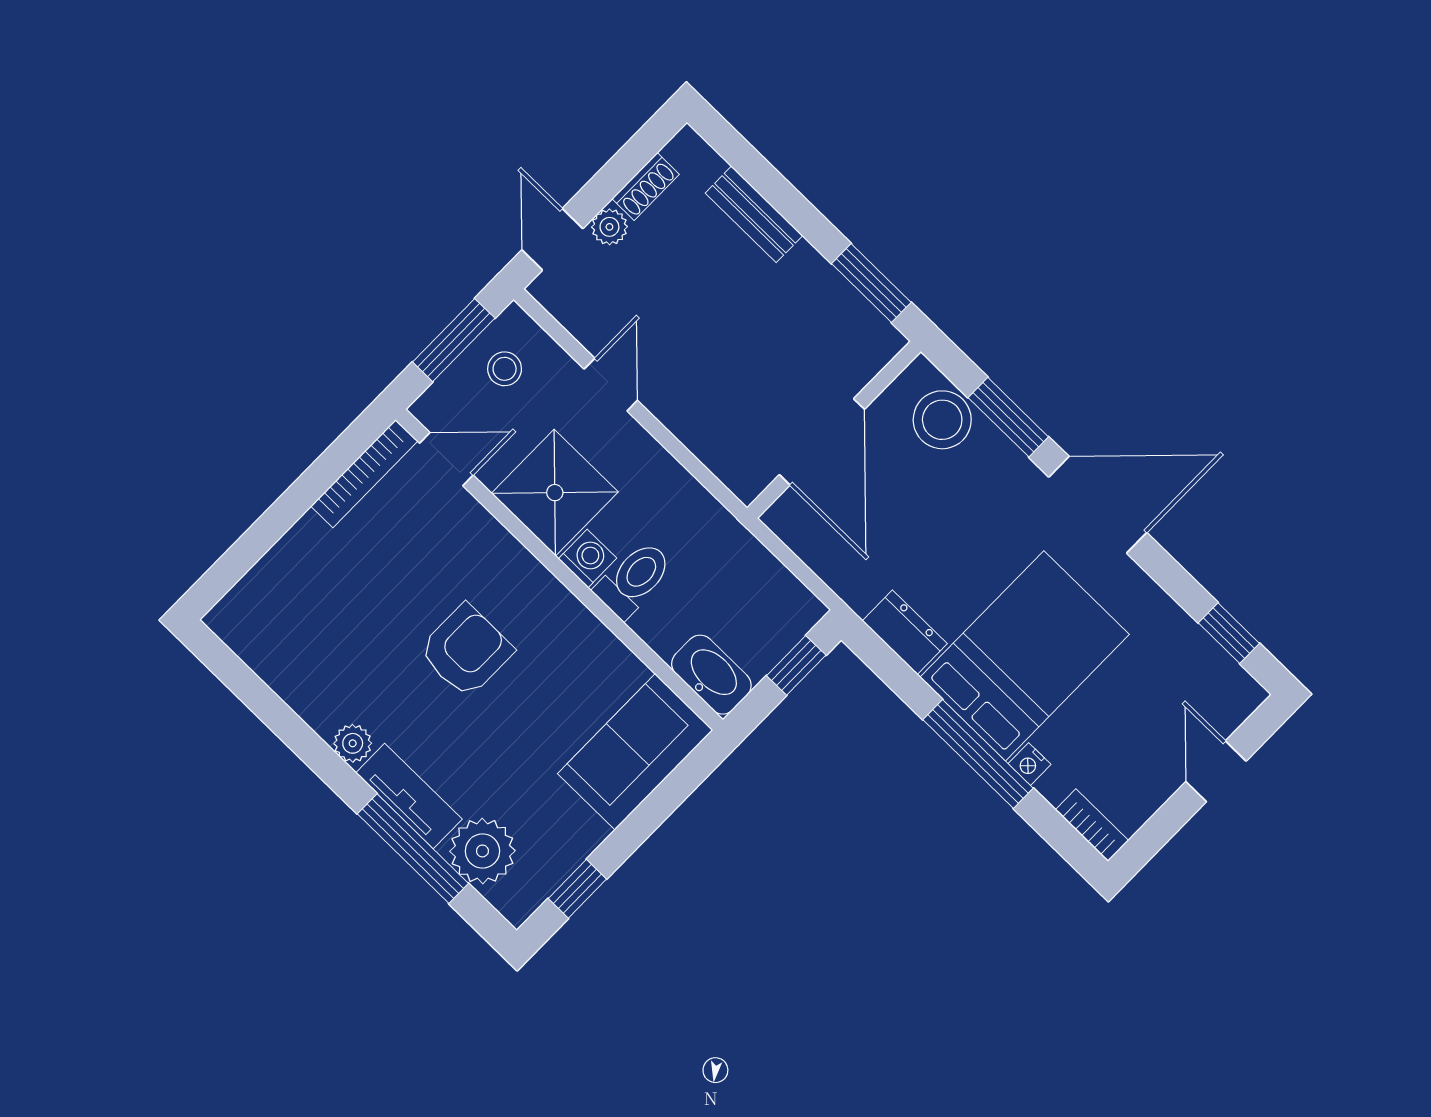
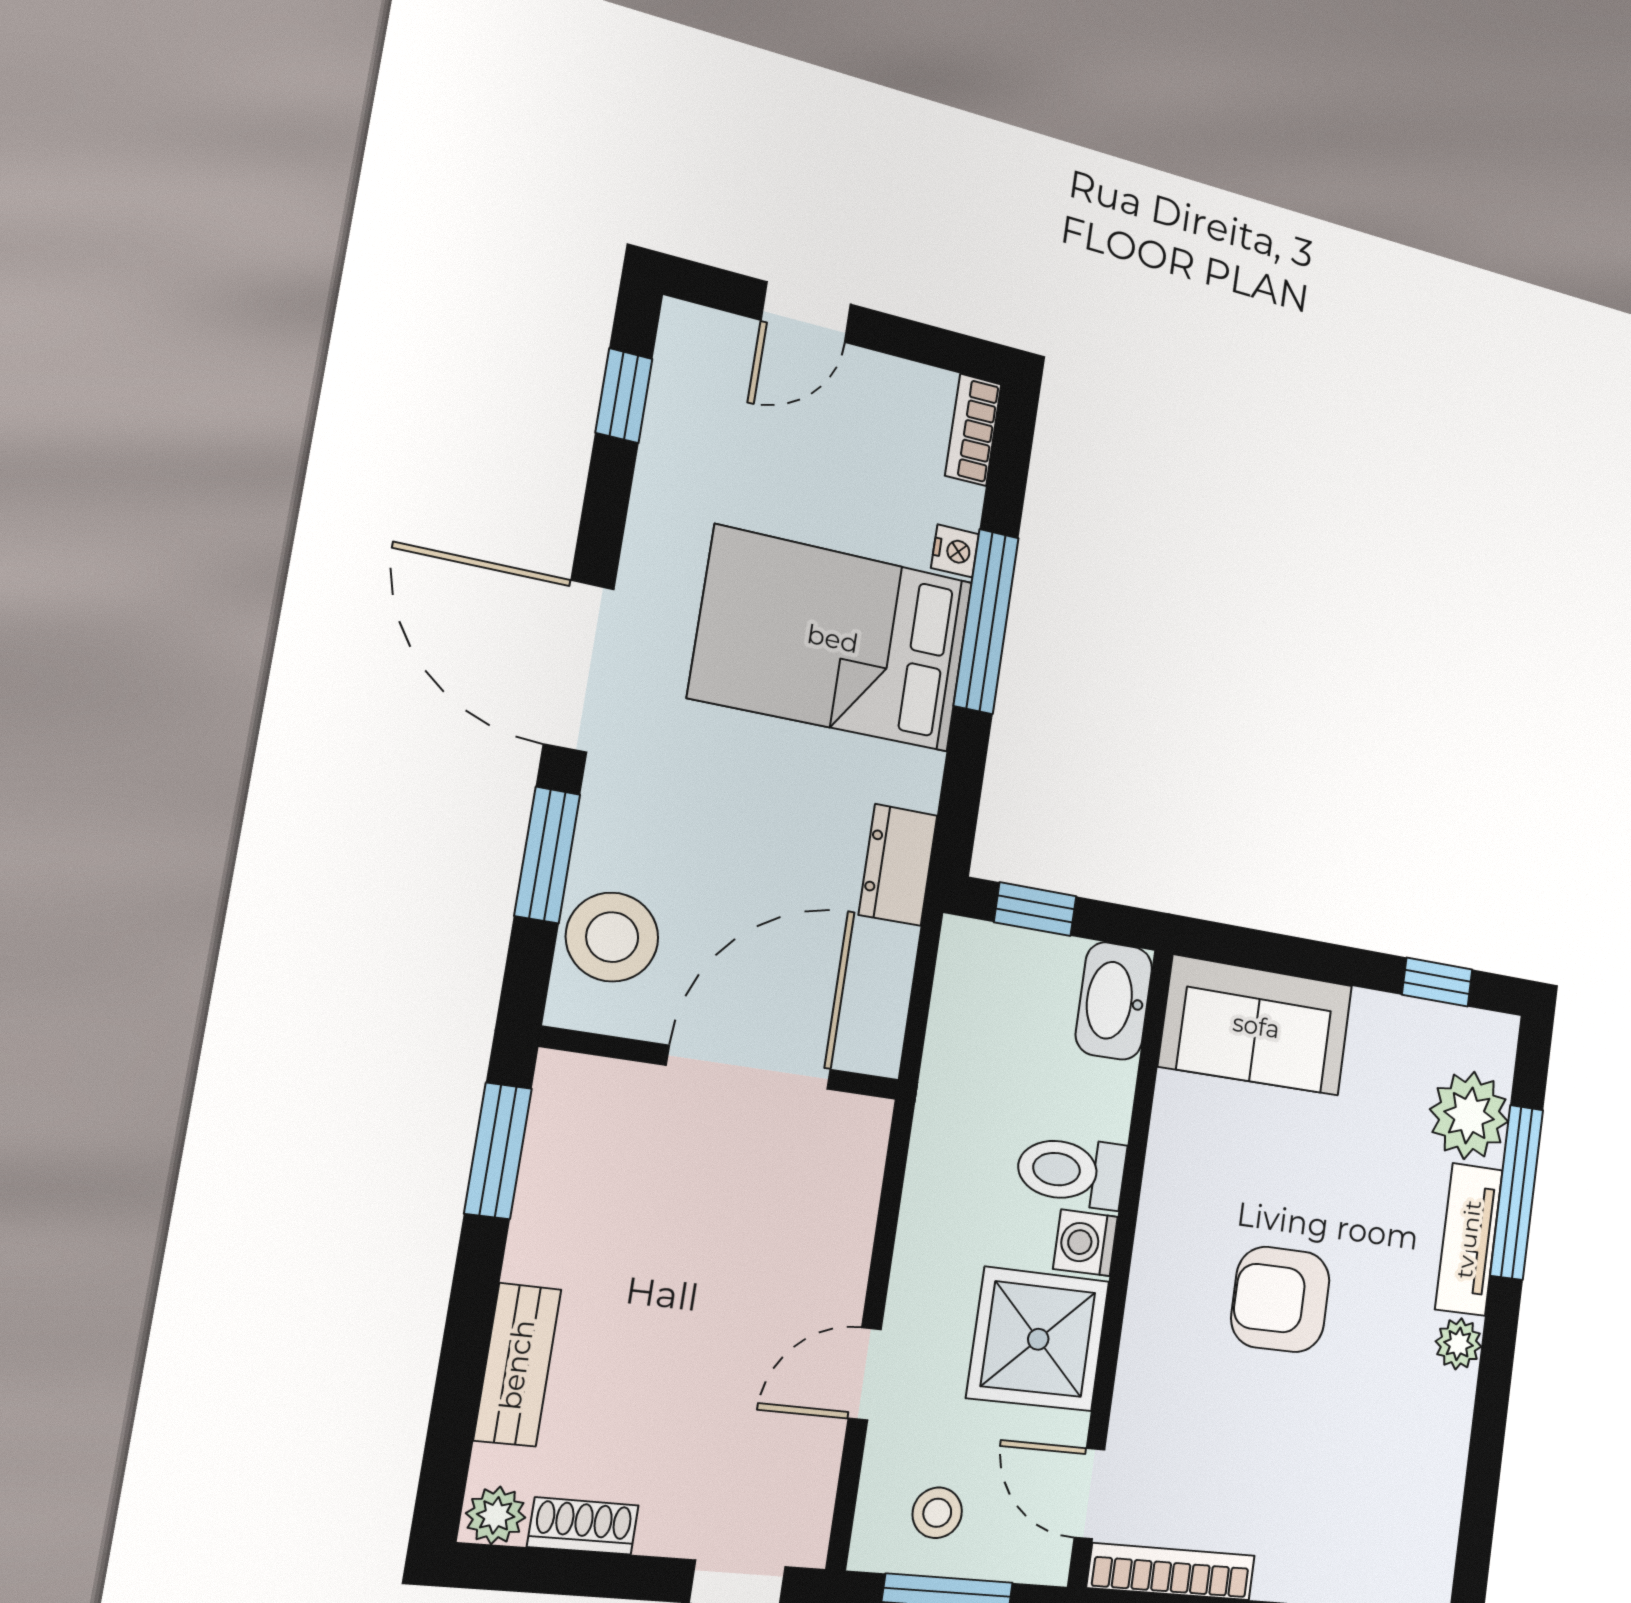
plant: (609, 227) -> (496, 1515), moved
dresser: (905, 632) -> (898, 865), moved

